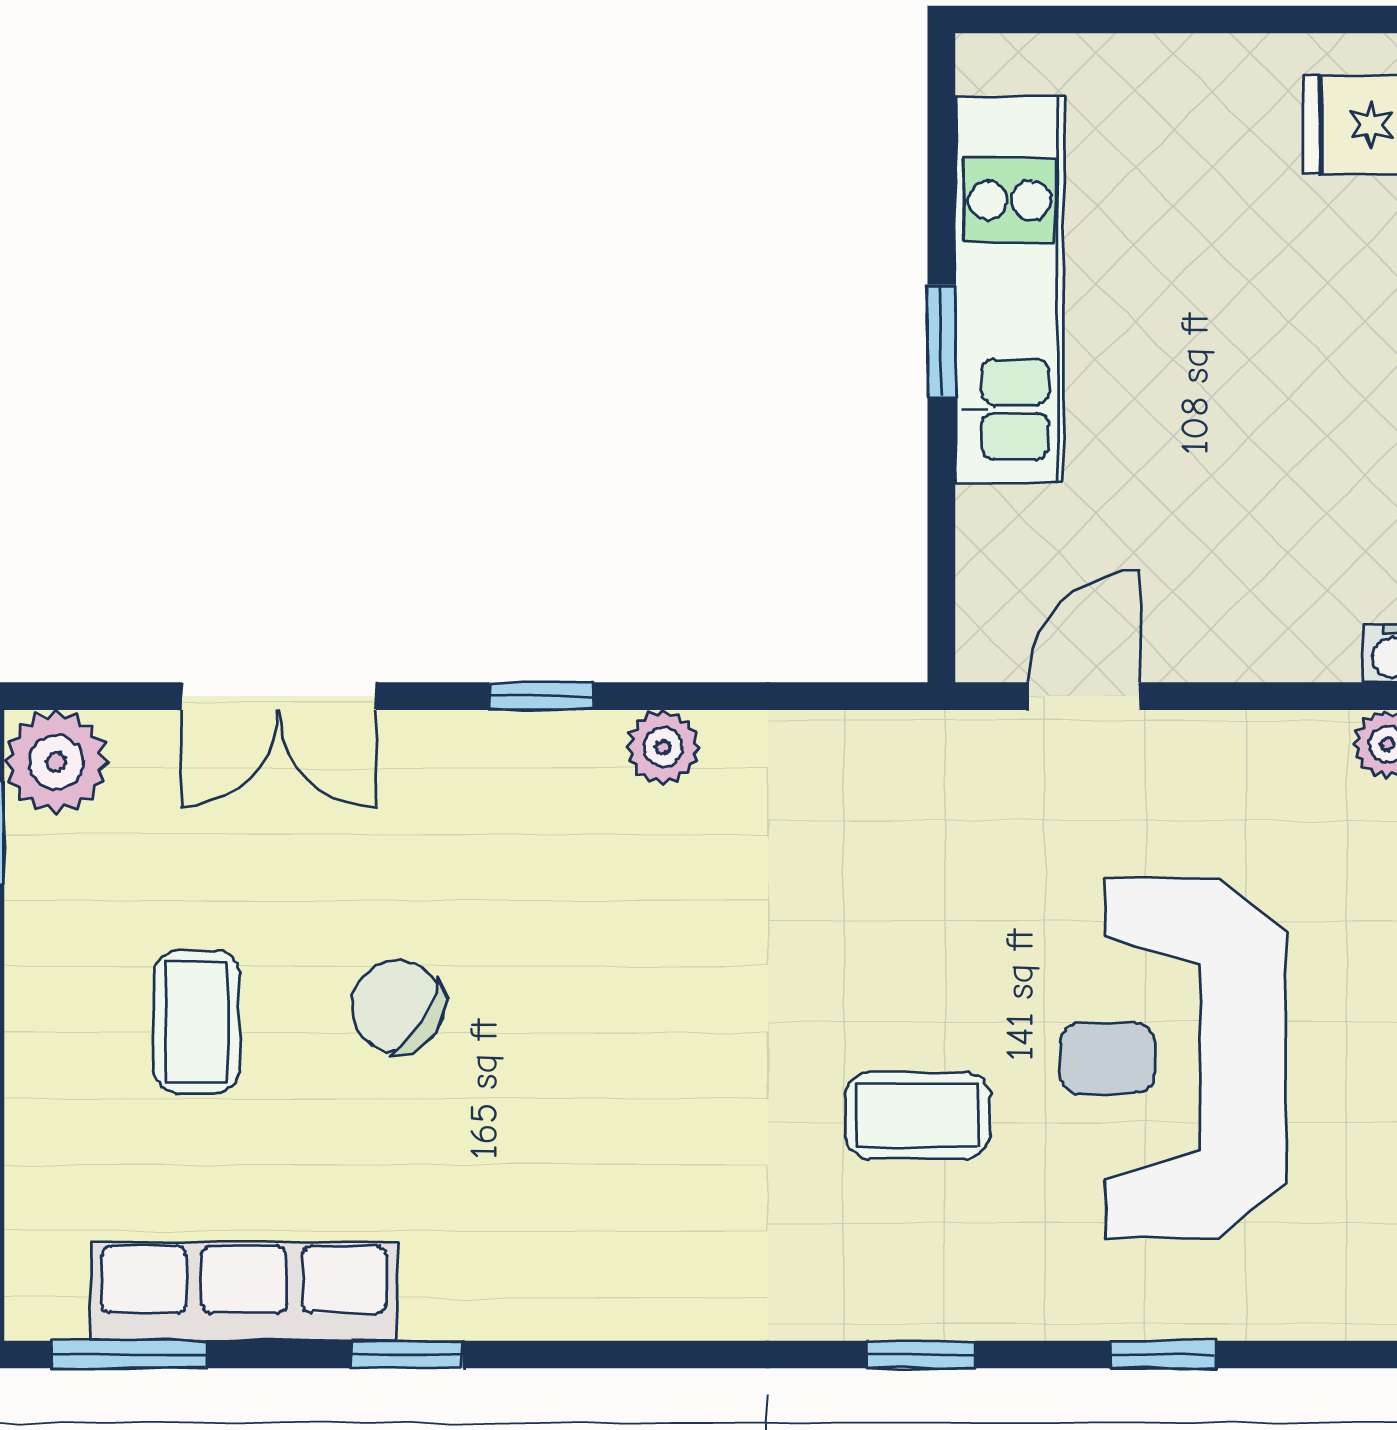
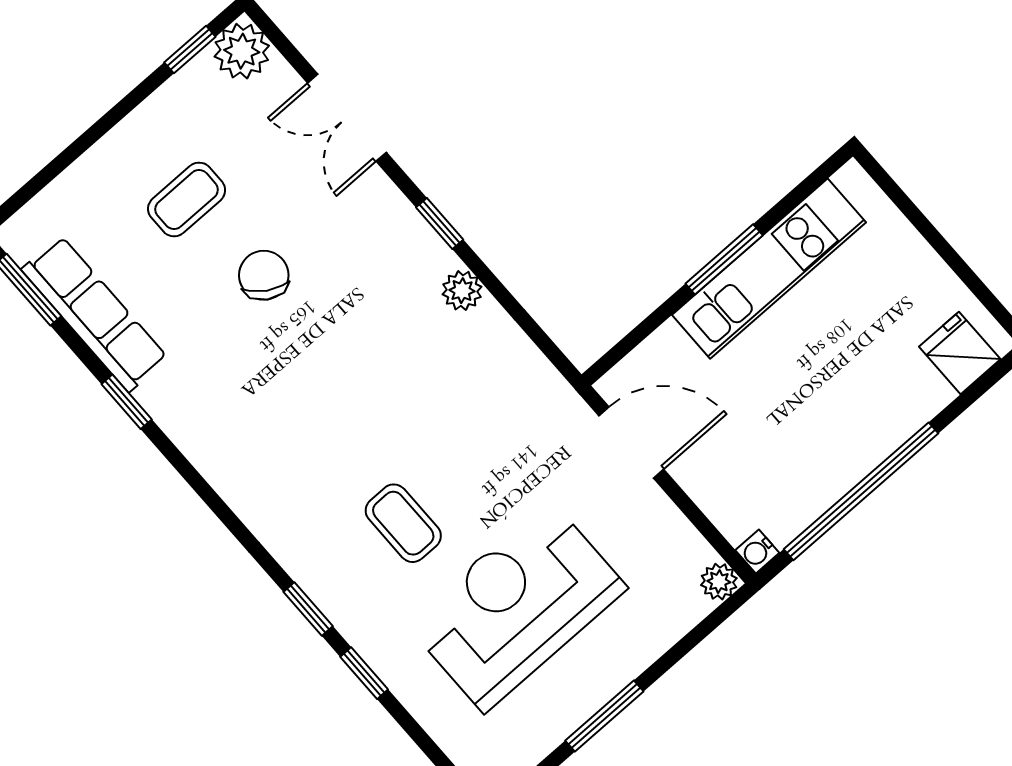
window: (941, 341) -> (724, 259), width x1.50
door: (1084, 696) -> (631, 442), width x1.38
window: (1164, 1355) -> (364, 673), moved

